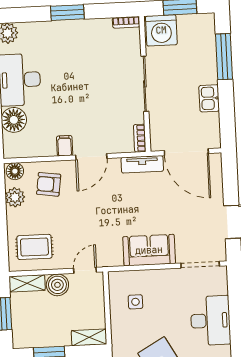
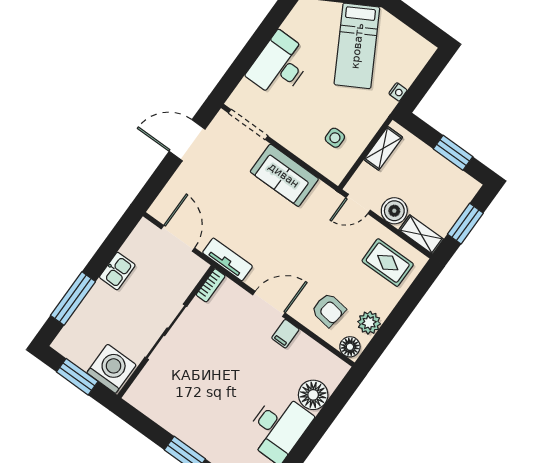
bookcase: (126, 22) -> (138, 402), removed
door: (186, 152) -> (178, 238), width x0.73
shelving: (89, 337) -> (383, 148), moved, turned 90

